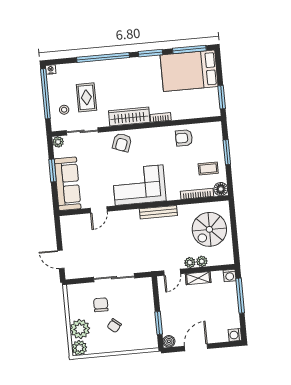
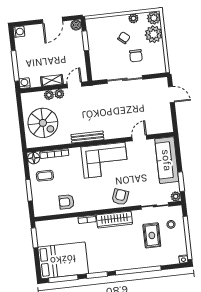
armchair: (184, 138) -> (67, 202), turned 180
window: (53, 171) -> (181, 182), moved
spiral stairs: (209, 229) -> (43, 123), turned 90
plant: (103, 348) -> (133, 18), added

